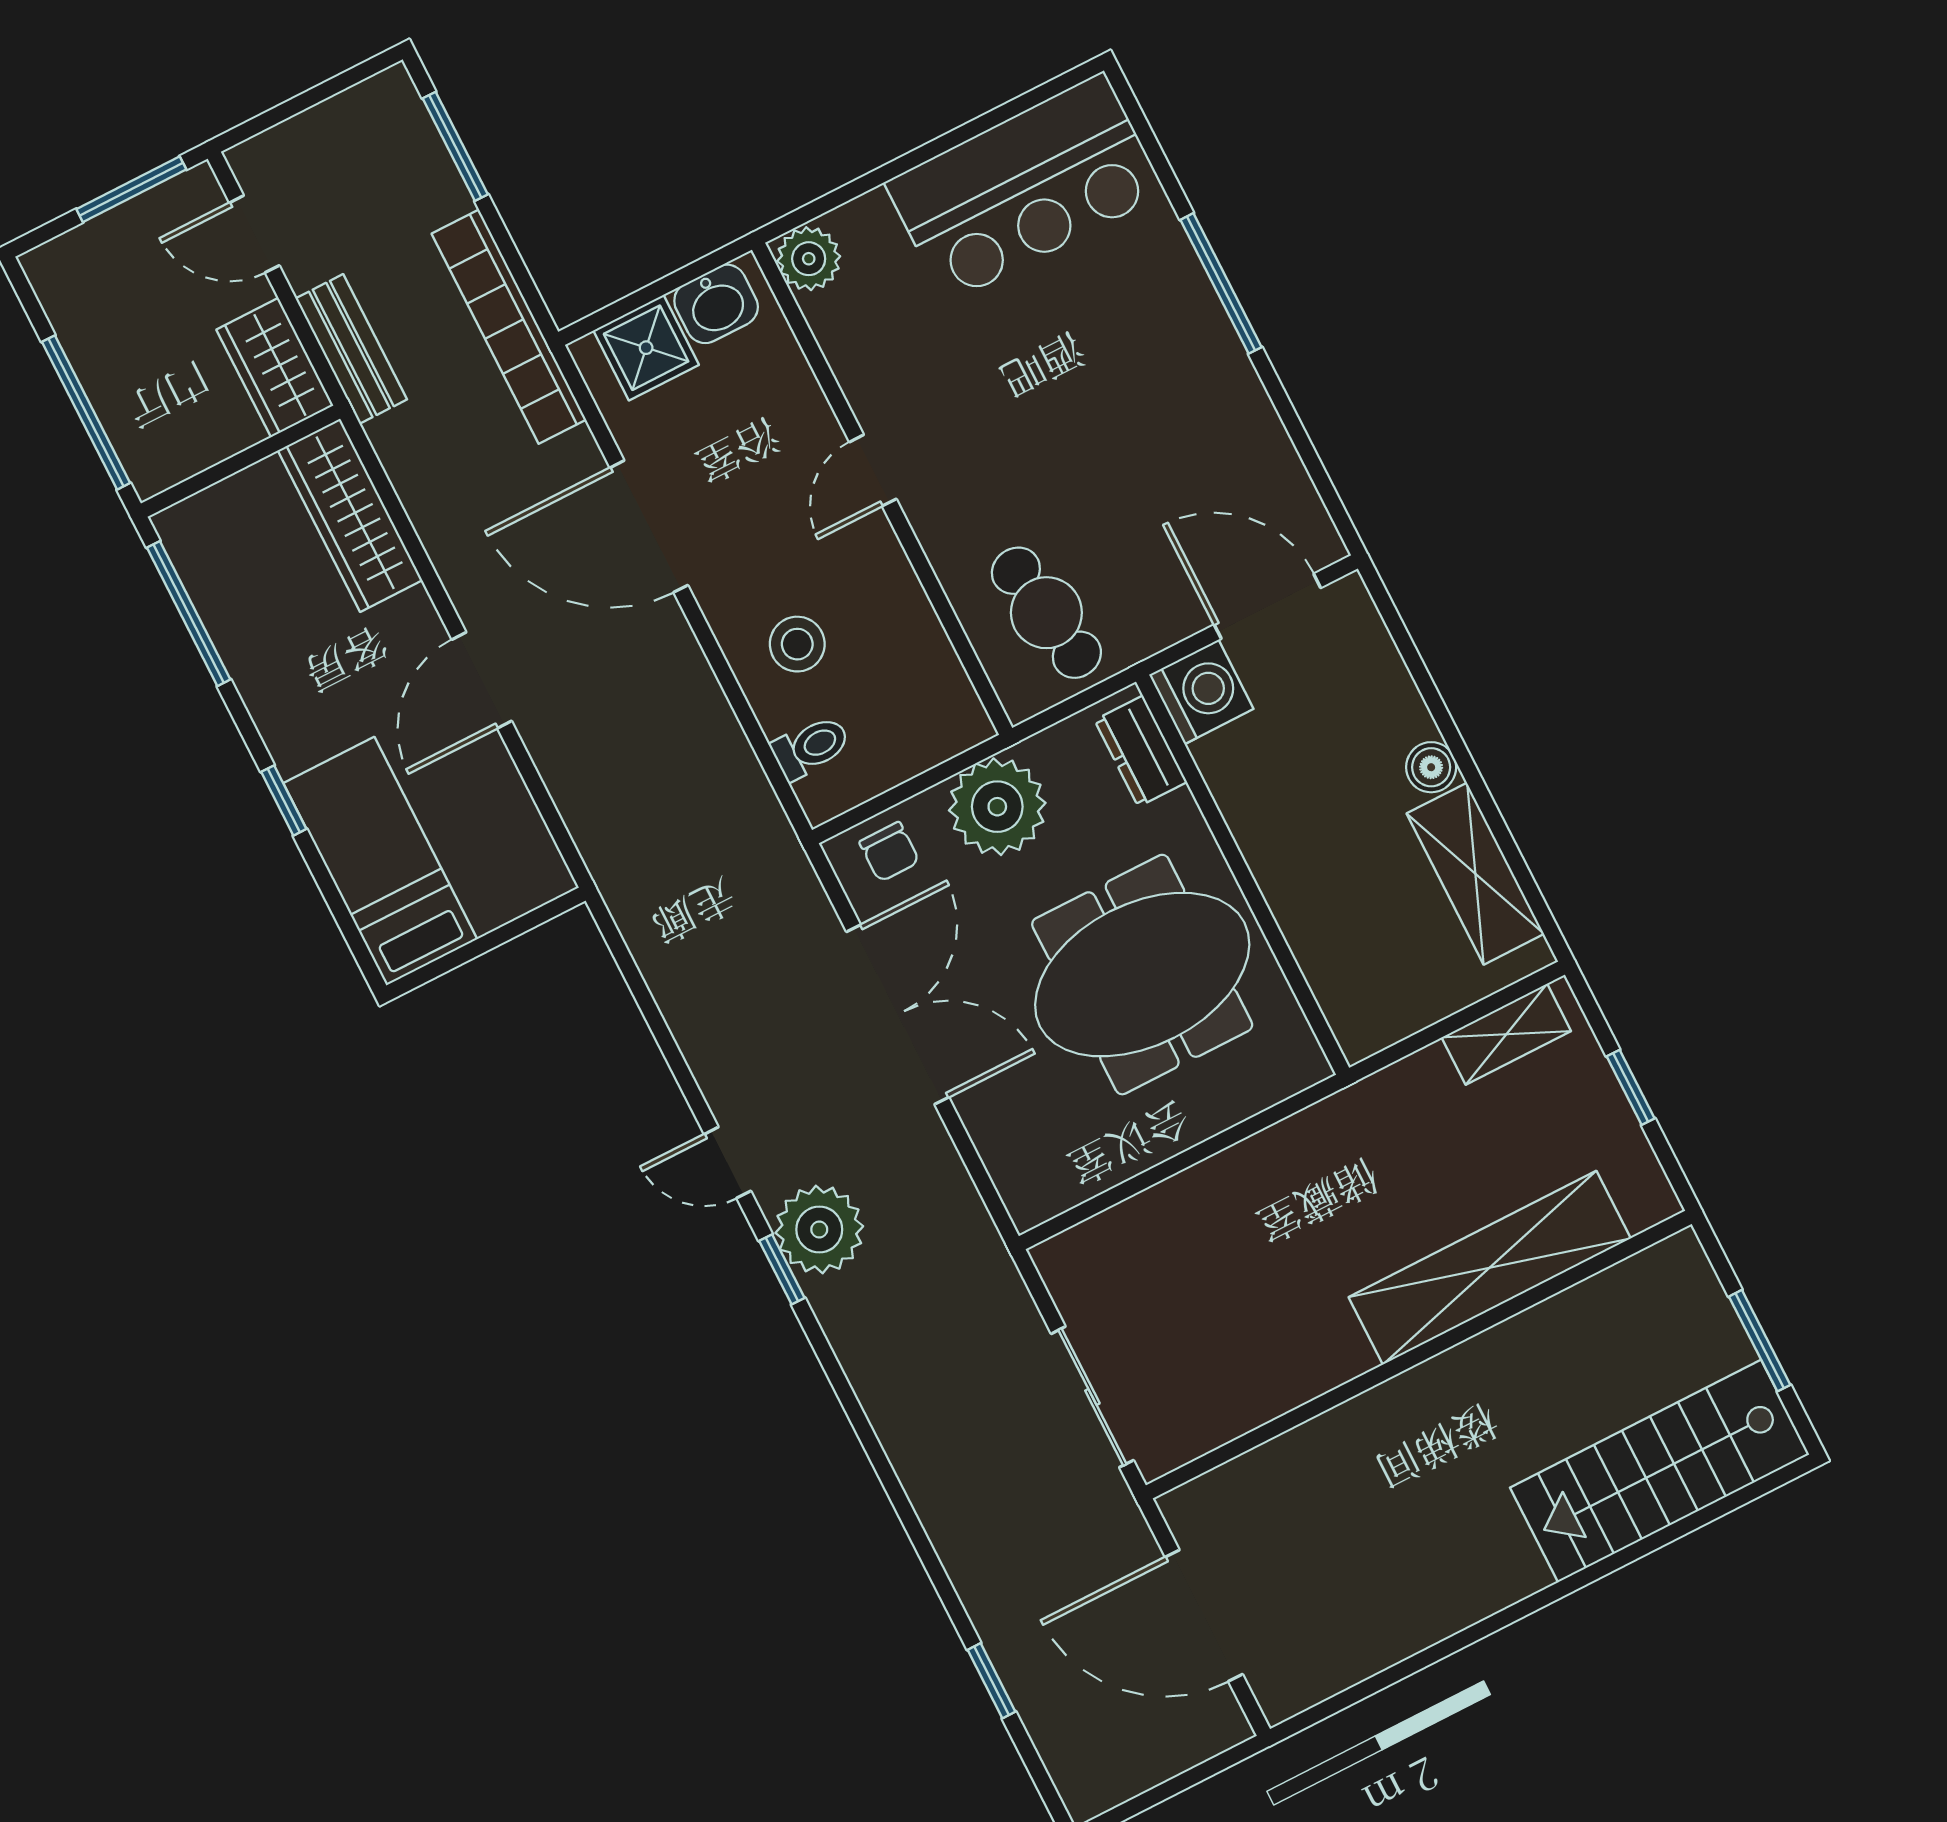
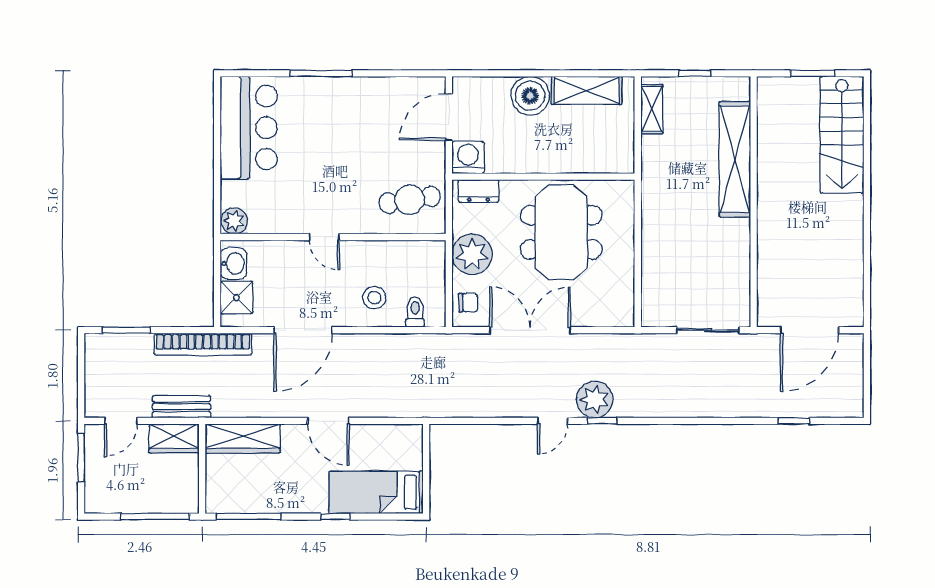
boiler: (1431, 767) -> (530, 96), width x1.86, depth x1.86

